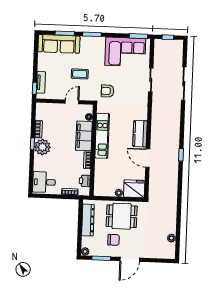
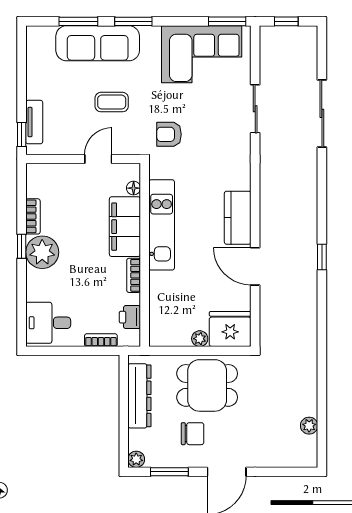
sofa: (59, 44) -> (98, 43), moved

